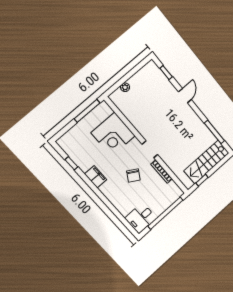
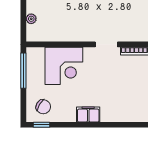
window: (71, 163) -> (41, 125), moved
chair: (133, 176) -> (43, 107), moved

